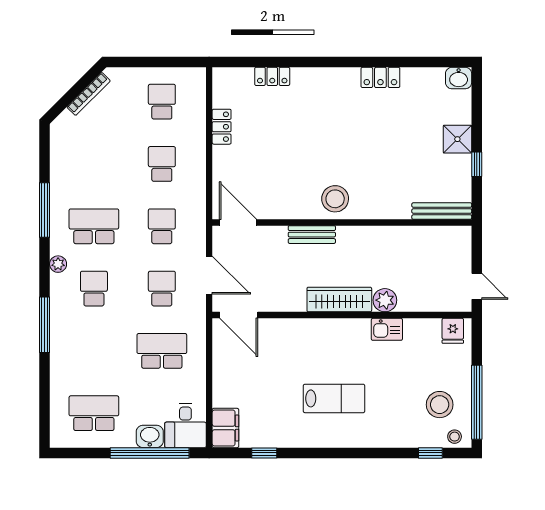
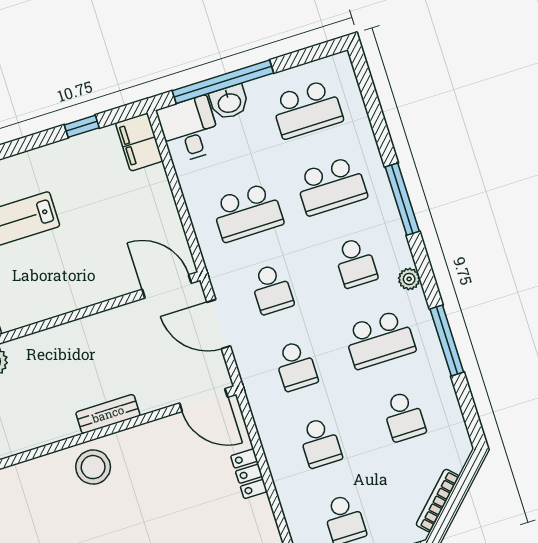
locker: (222, 127) -> (249, 474), moved
school desk: (94, 164) -> (404, 416), added
wardrobe: (339, 300) -> (49, 345), removed
school desk: (94, 351) -> (331, 186), added

